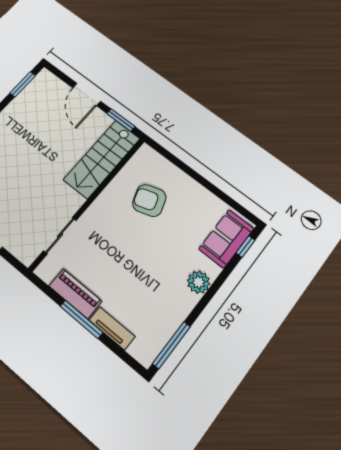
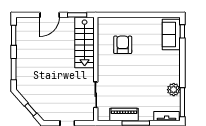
door: (87, 95) -> (50, 15), hinge flipped
armchair: (149, 200) -> (123, 45), turned 108
plant: (199, 282) -> (174, 90), moved
tv unit: (112, 328) -> (167, 116), moved

